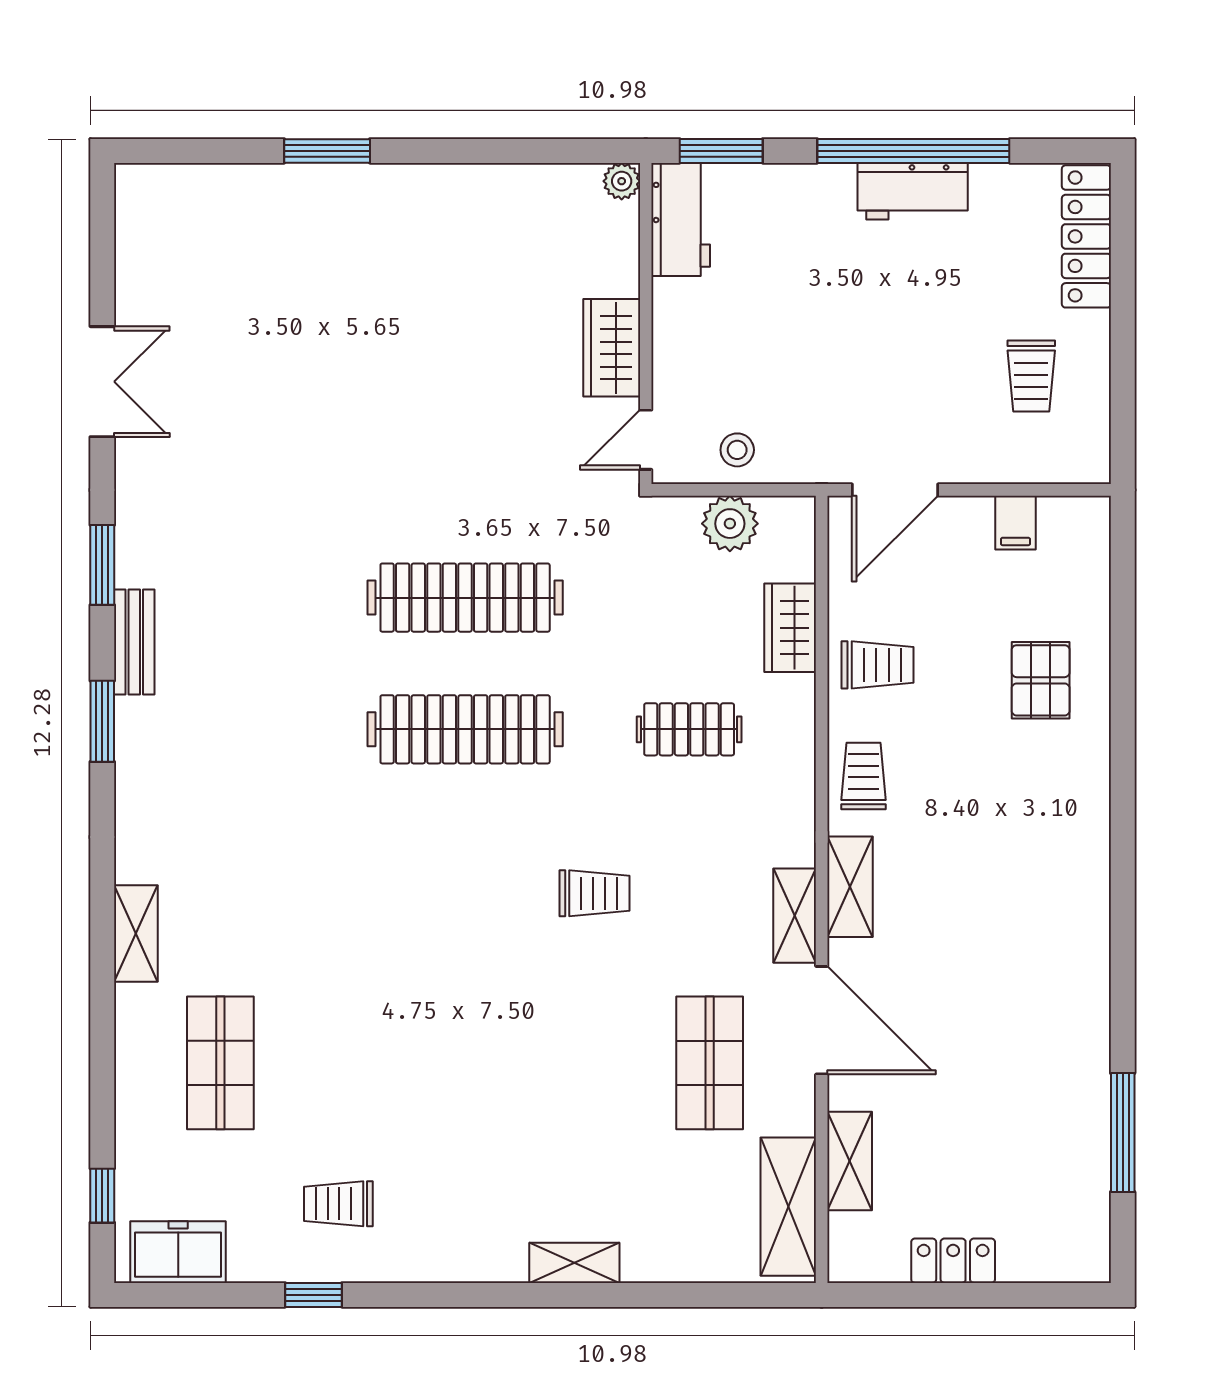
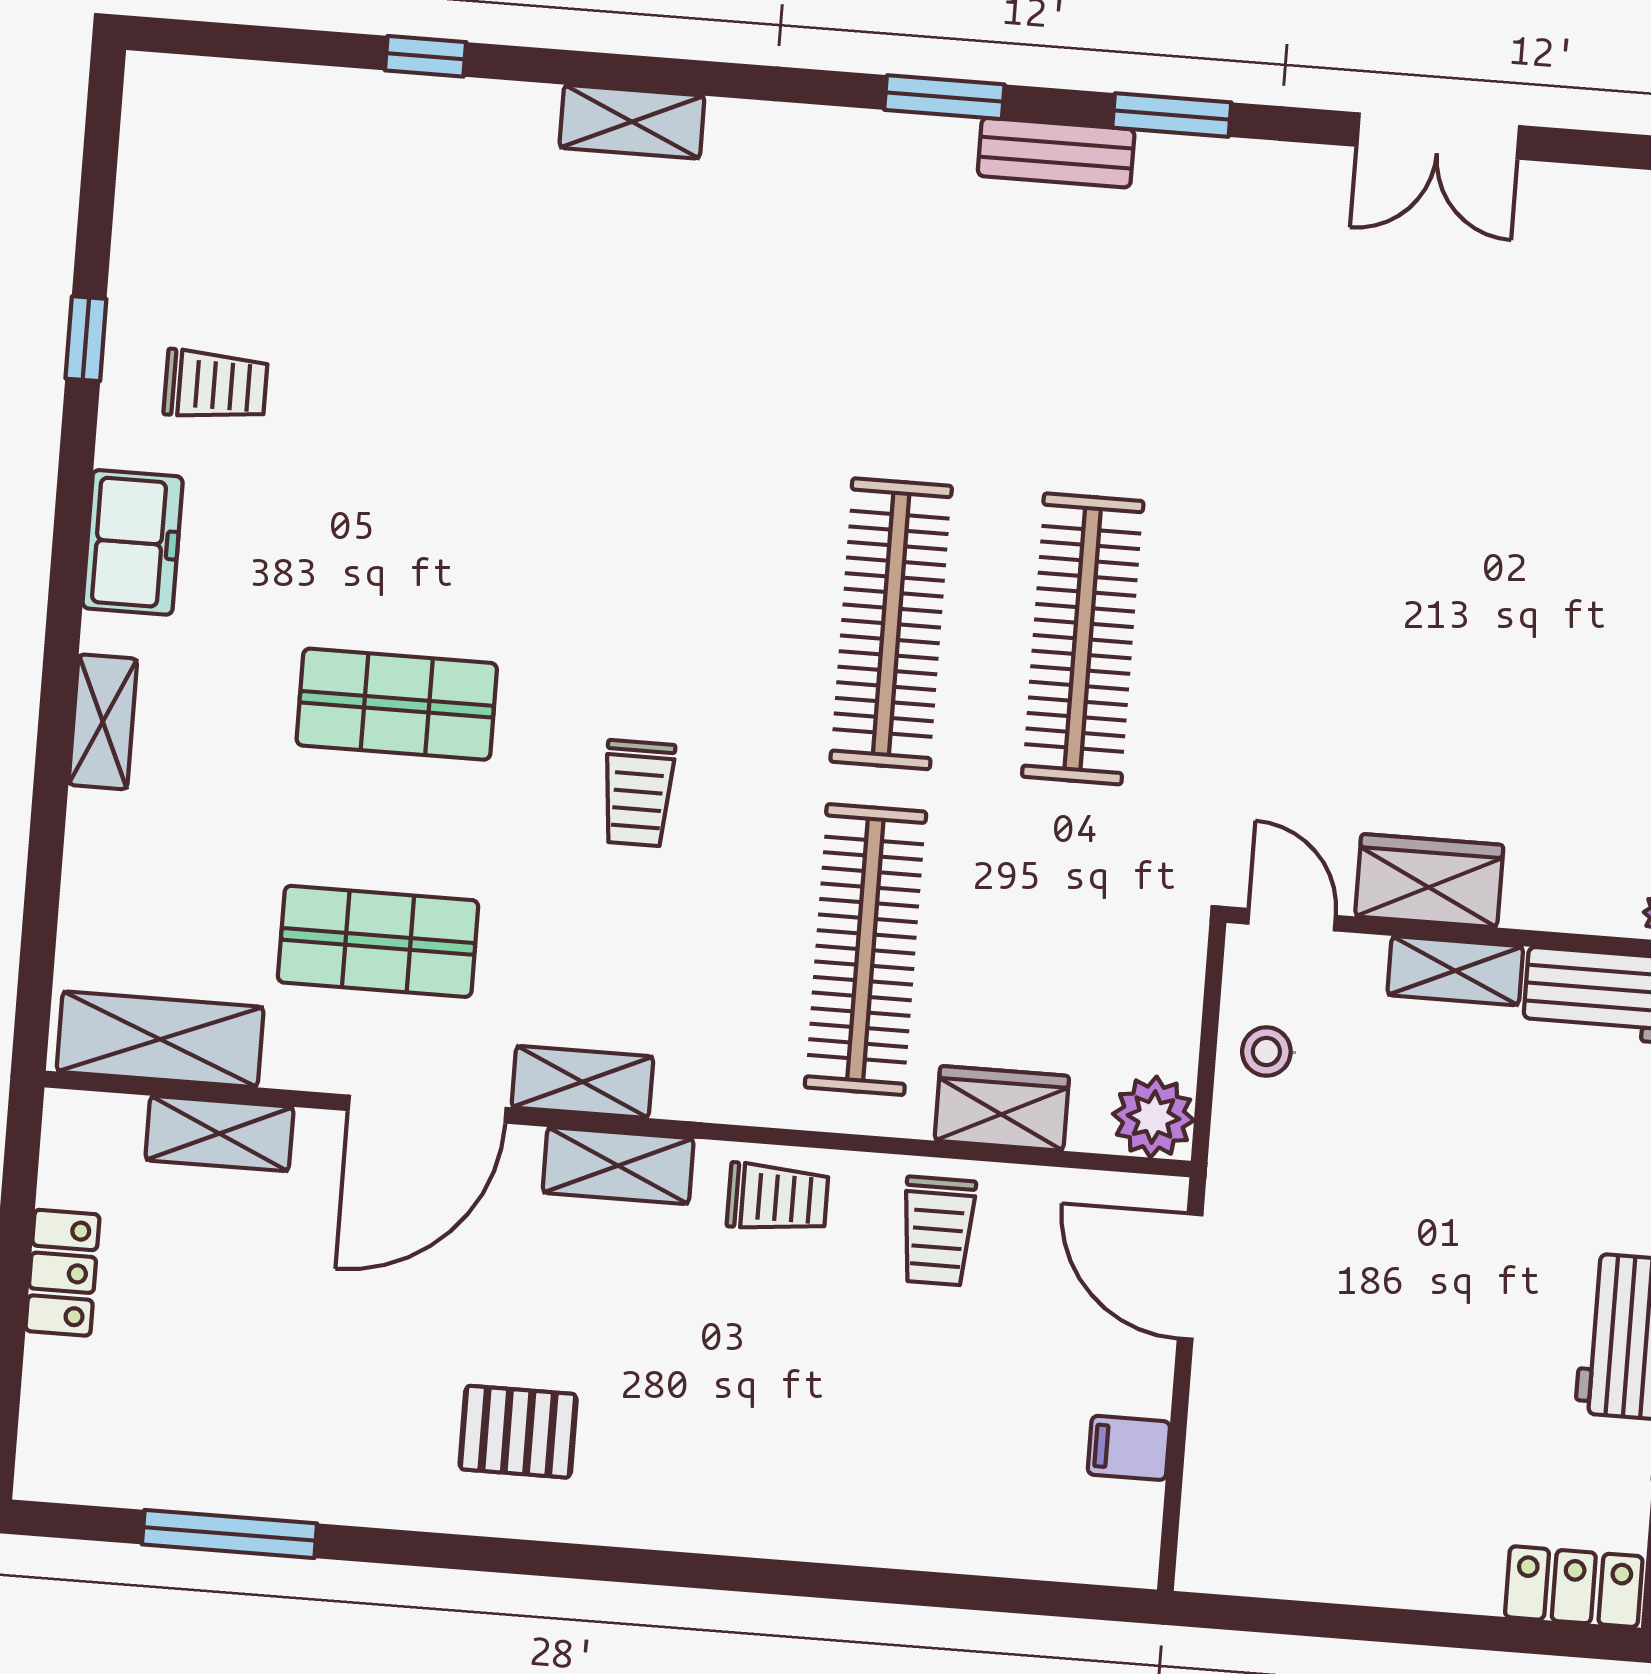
locker: (1086, 236) -> (1574, 1587), width x0.66
shelving: (672, 325) -> (1455, 971), added
trolley: (1031, 376) -> (1340, 1488), removed
plant: (730, 524) -> (1153, 1117), moved
pallet: (1041, 680) -> (518, 1432), moved
clothes rail: (689, 729) -> (865, 950), width x1.86, depth x1.31
shop shelf: (220, 1063) -> (397, 704), moved
window: (102, 1196) -> (426, 56), moved
trolley: (338, 1204) -> (216, 385), turned 90
freezer: (178, 1252) -> (133, 542), moved

